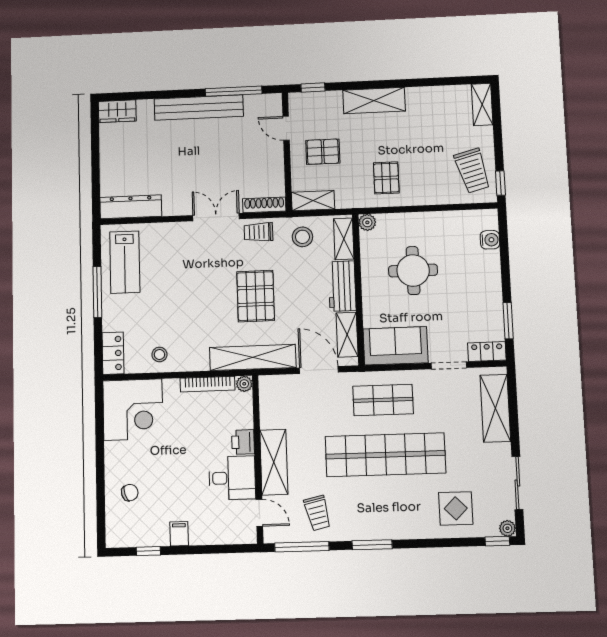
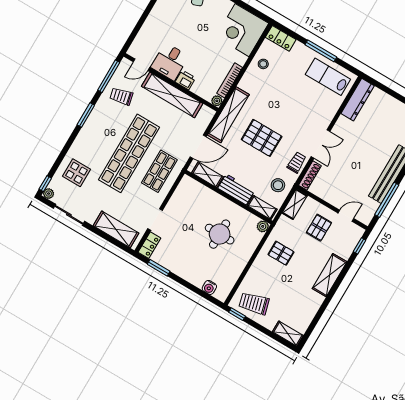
sofa: (396, 346) -> (184, 197), removed
shelving: (274, 462) -> (172, 95), width x1.47
filing cabinet: (179, 534) -> (158, 14), removed

